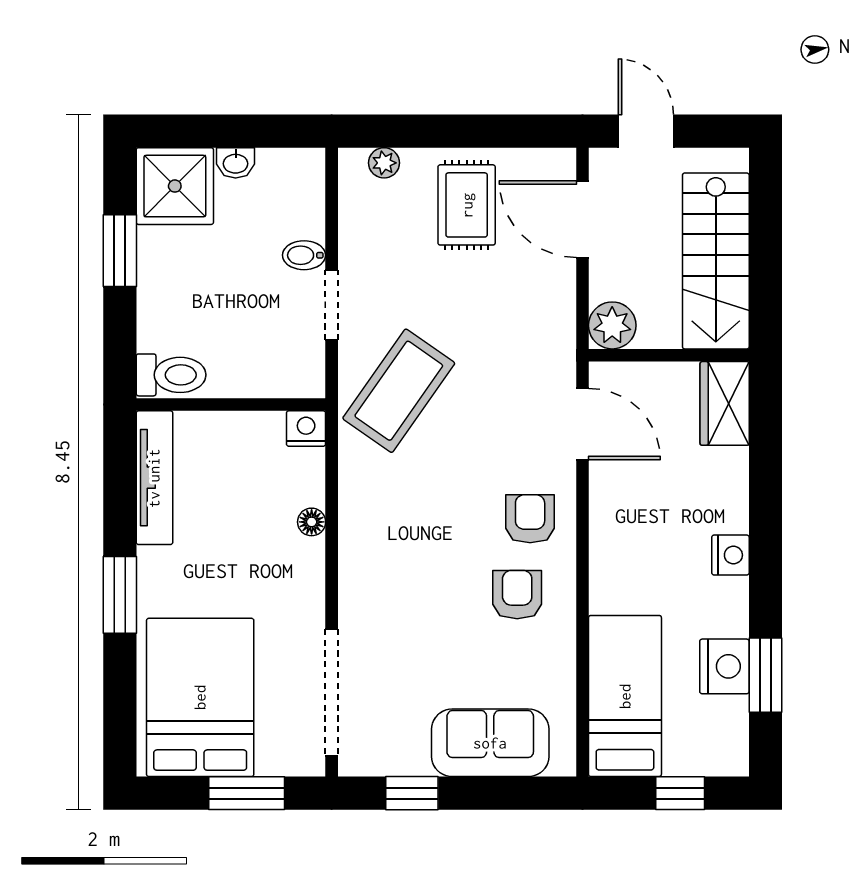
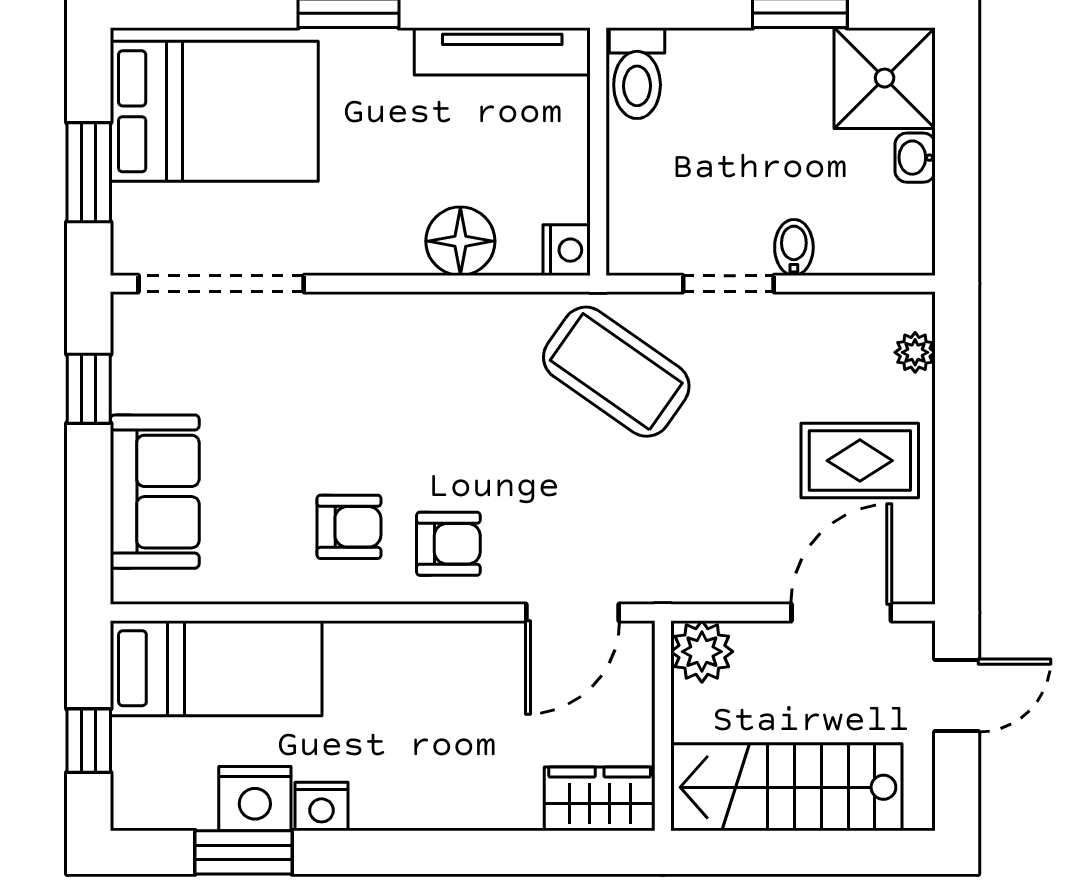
floor lamp: (312, 522) -> (460, 241), width x1.89, depth x1.89
nightstand: (730, 555) -> (322, 807), moved

